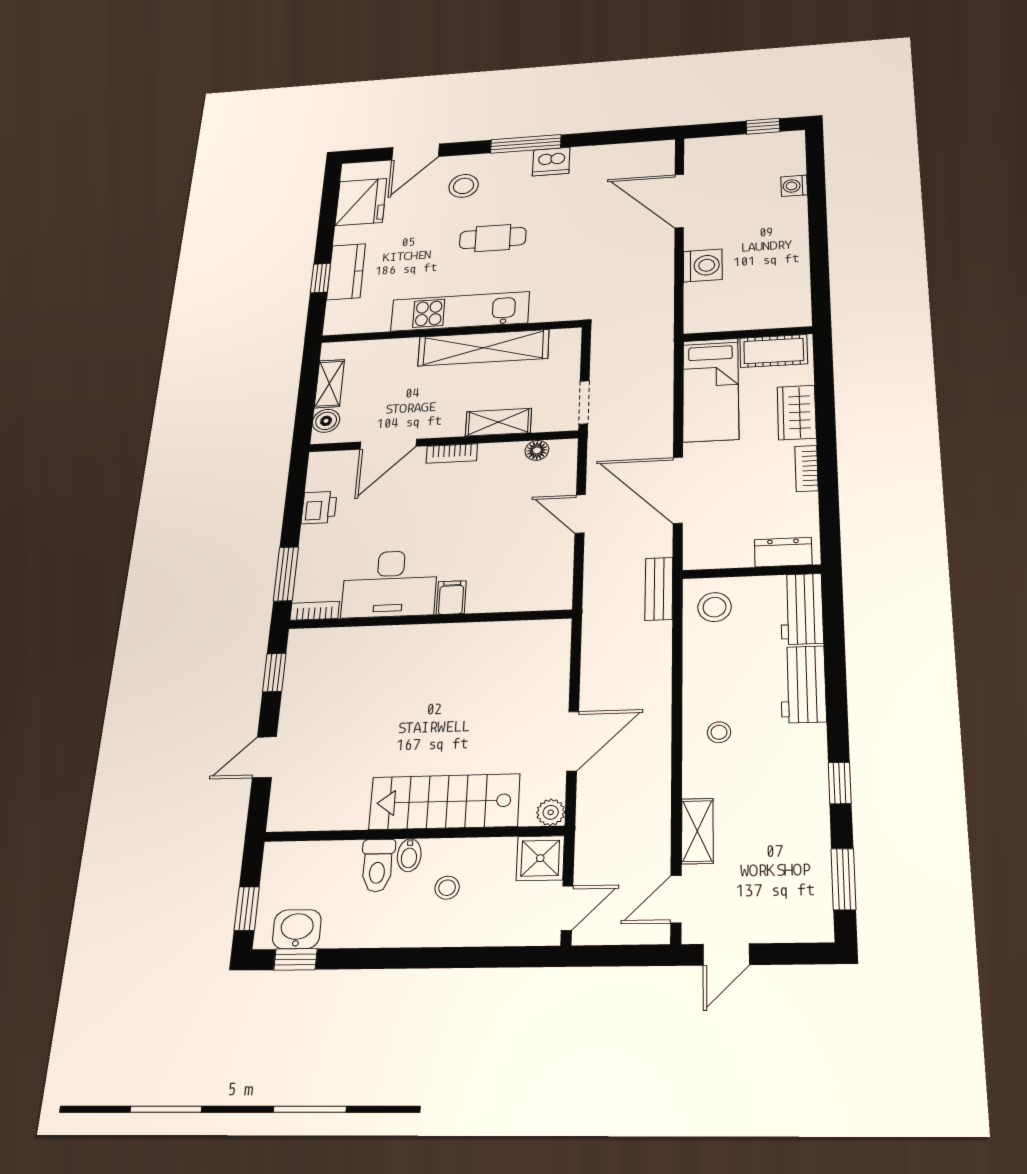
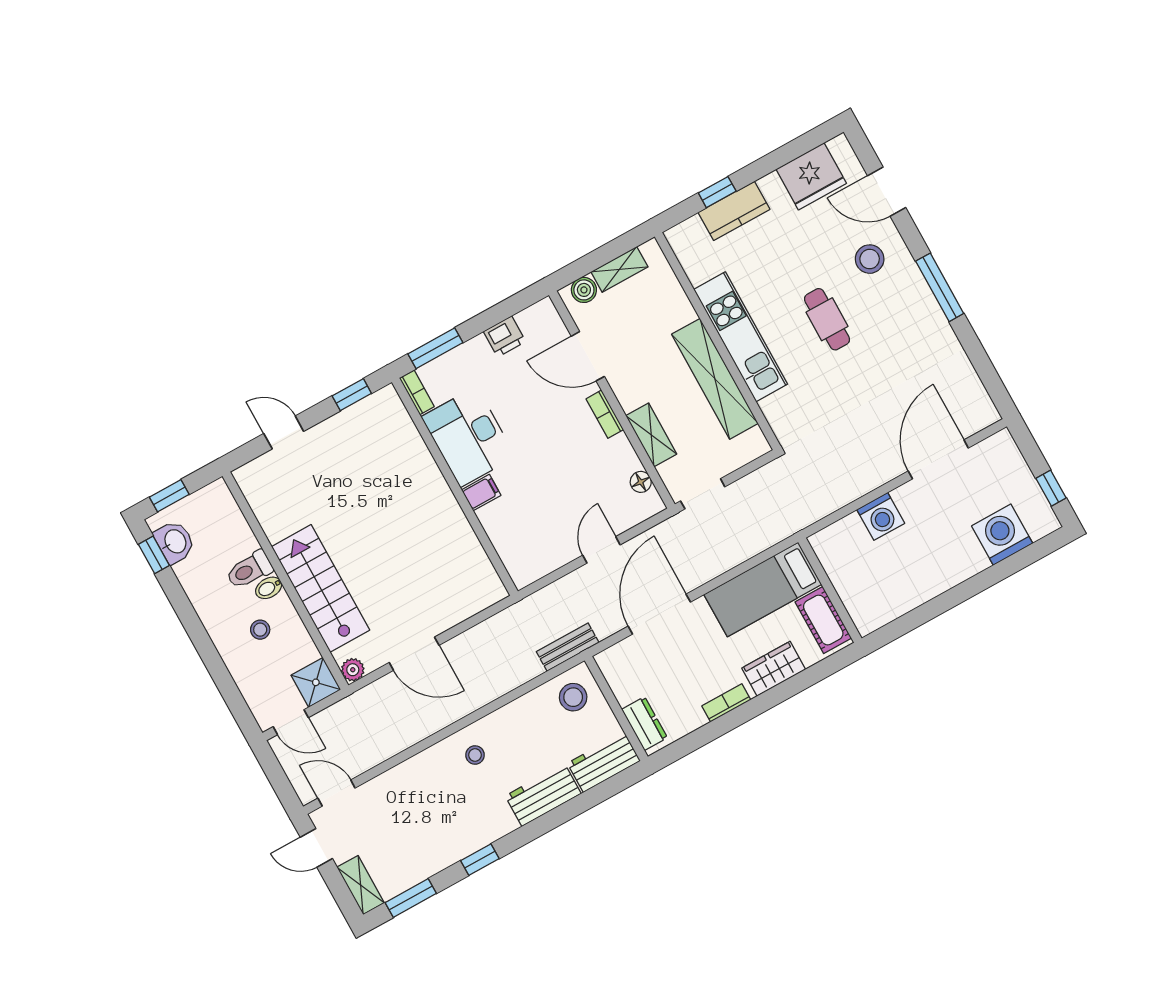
dishwasher: (551, 162) -> (930, 322), removed
washing machine: (794, 186) -> (1002, 535), width x1.89, depth x1.89
shelving: (697, 831) -> (361, 885), moved, turned 90

